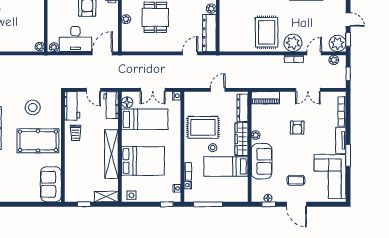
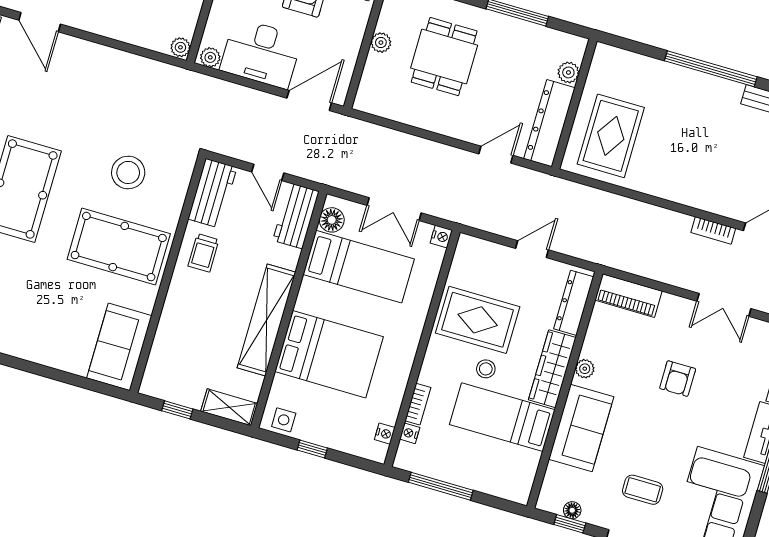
rug: (267, 32) -> (611, 136), moved
plant: (293, 43) -> (721, 196), removed
window: (167, 204) -> (312, 449), moved

